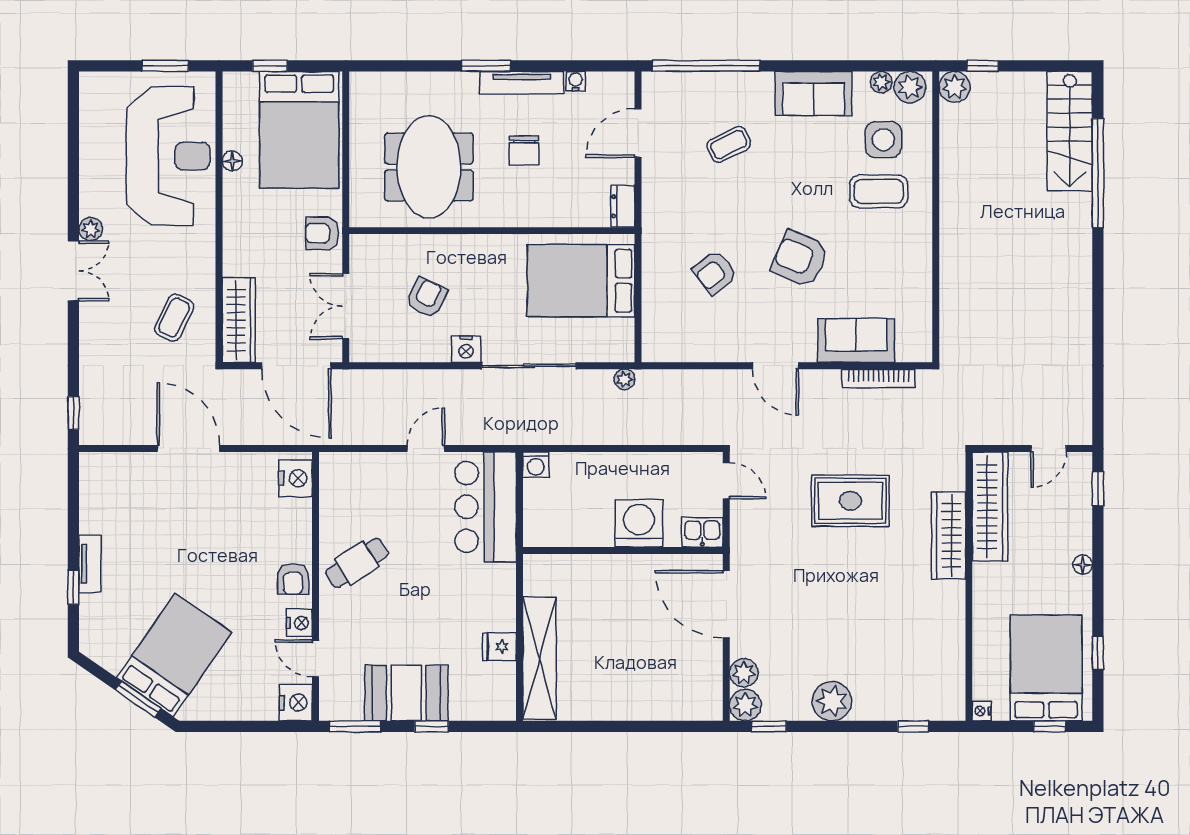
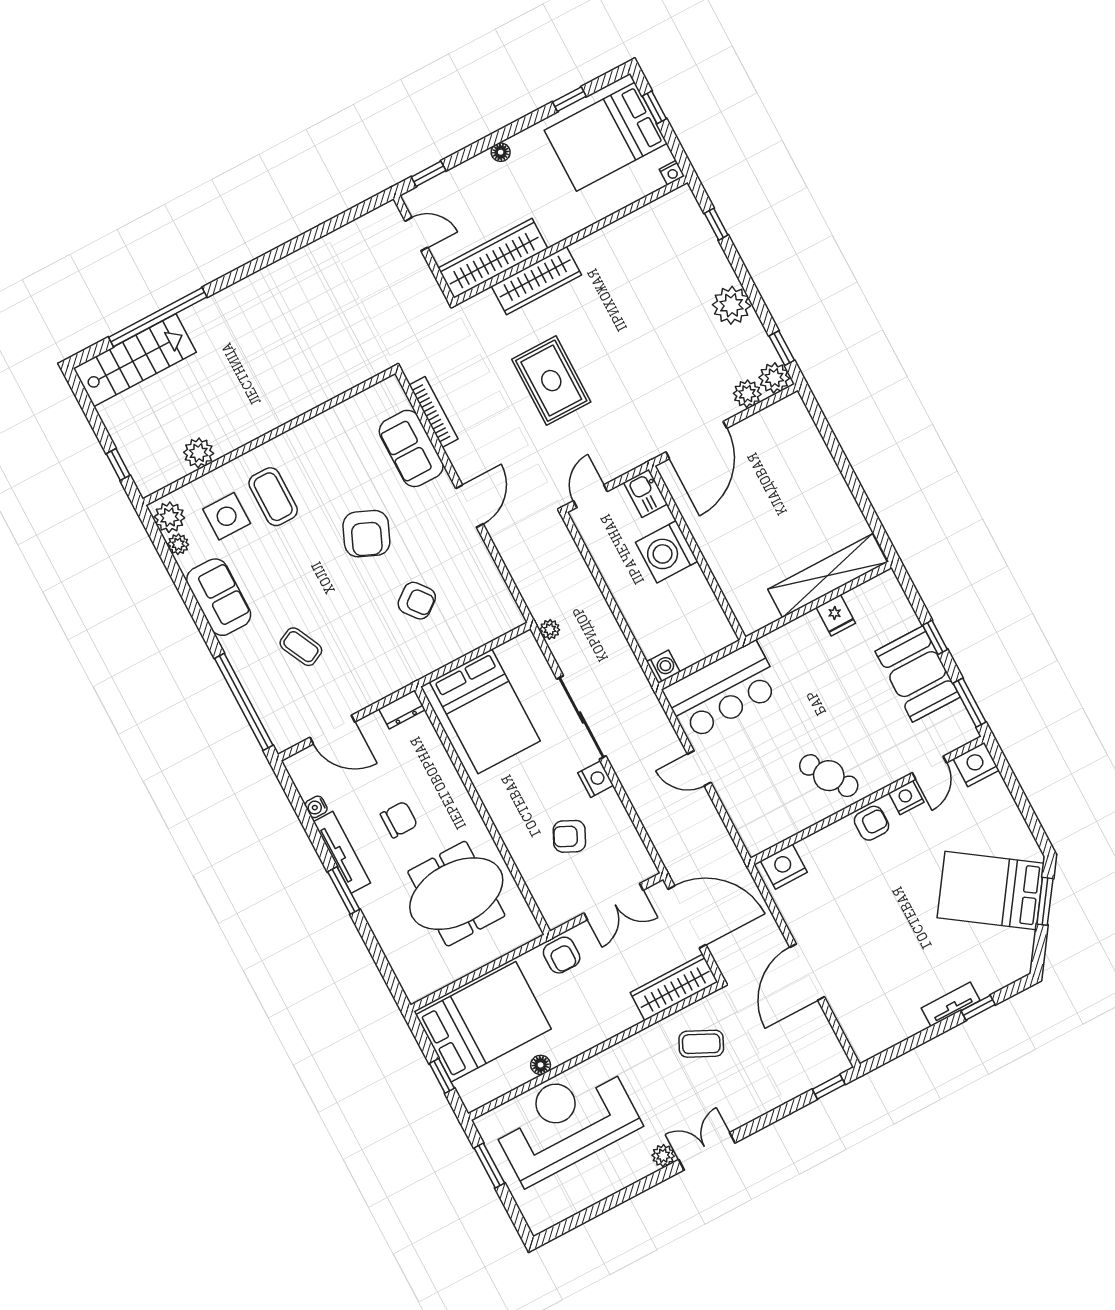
plant: (955, 87) -> (199, 453), moved
door: (296, 366) -> (687, 917), hinge flipped

